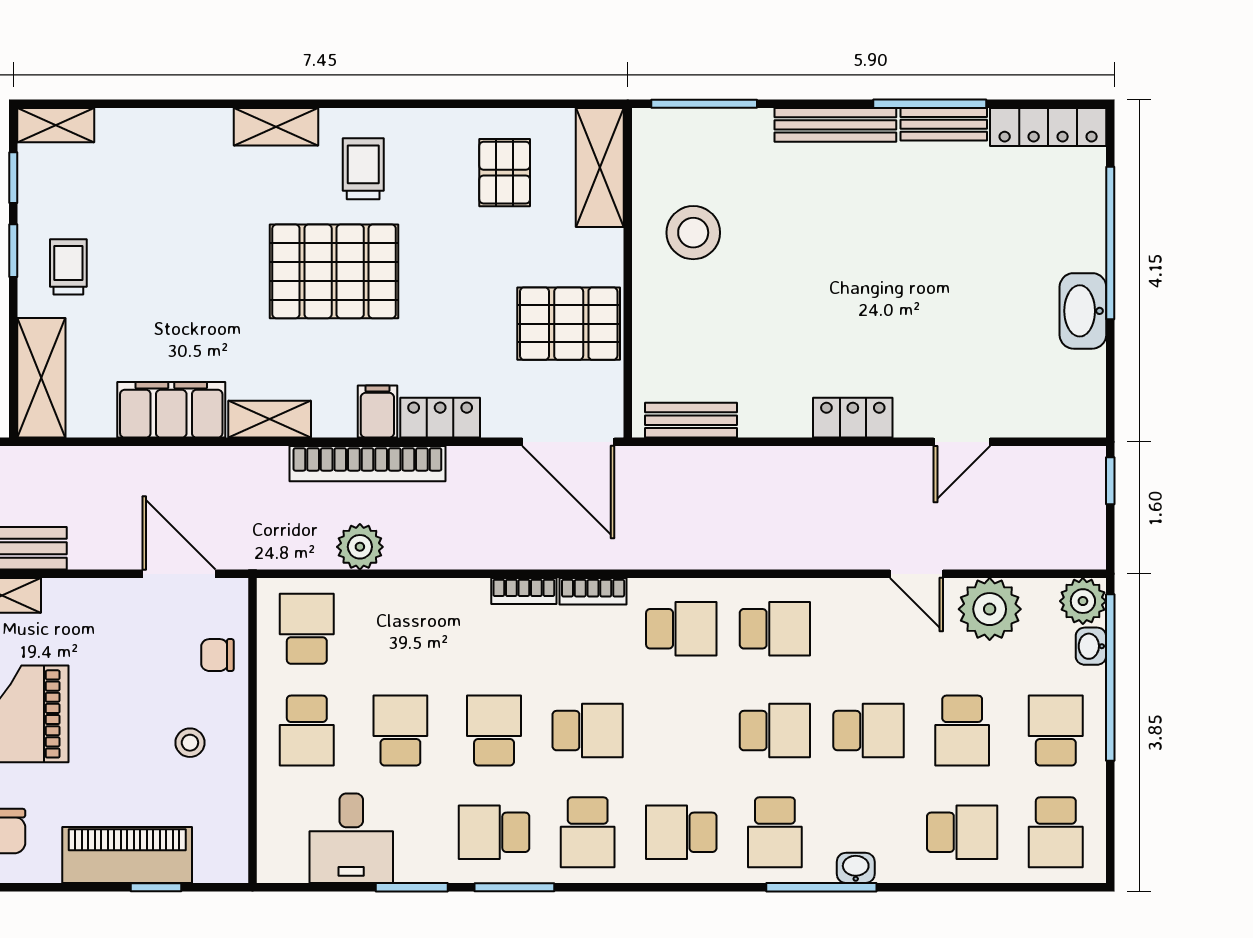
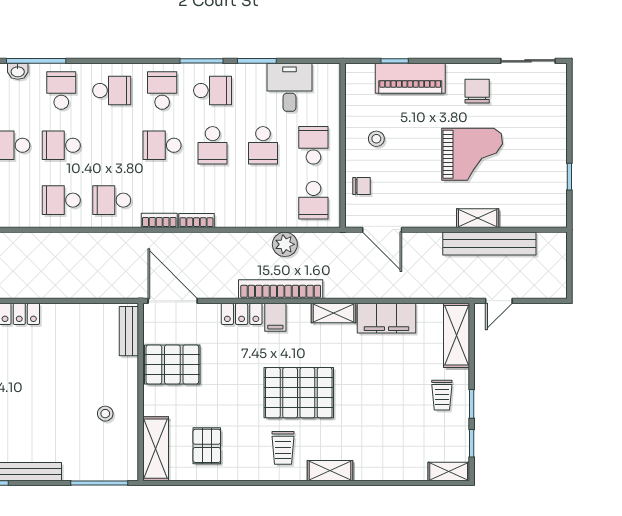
stool: (693, 233) -> (105, 414), width x0.53, depth x0.53
bench: (691, 420) -> (129, 331), moved, turned 90

